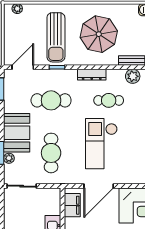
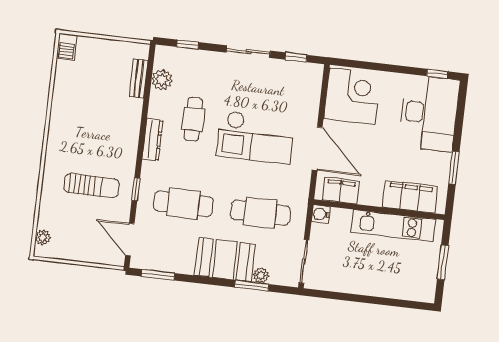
parasol: (99, 34) -> (94, 122), removed
sun lounger: (56, 37) -> (92, 186), width x0.73, depth x0.75
cafe table: (51, 100) -> (183, 204), turned 90
water cooler: (55, 194) -> (321, 214), added

